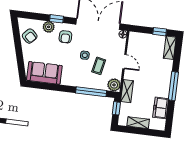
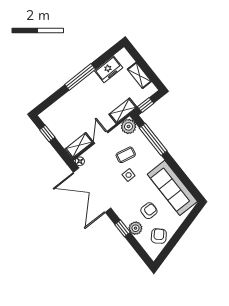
armchair: (65, 37) -> (149, 211), moved
shelving: (170, 48) -> (79, 145), moved
sofa: (44, 73) -> (172, 188), width x1.36

